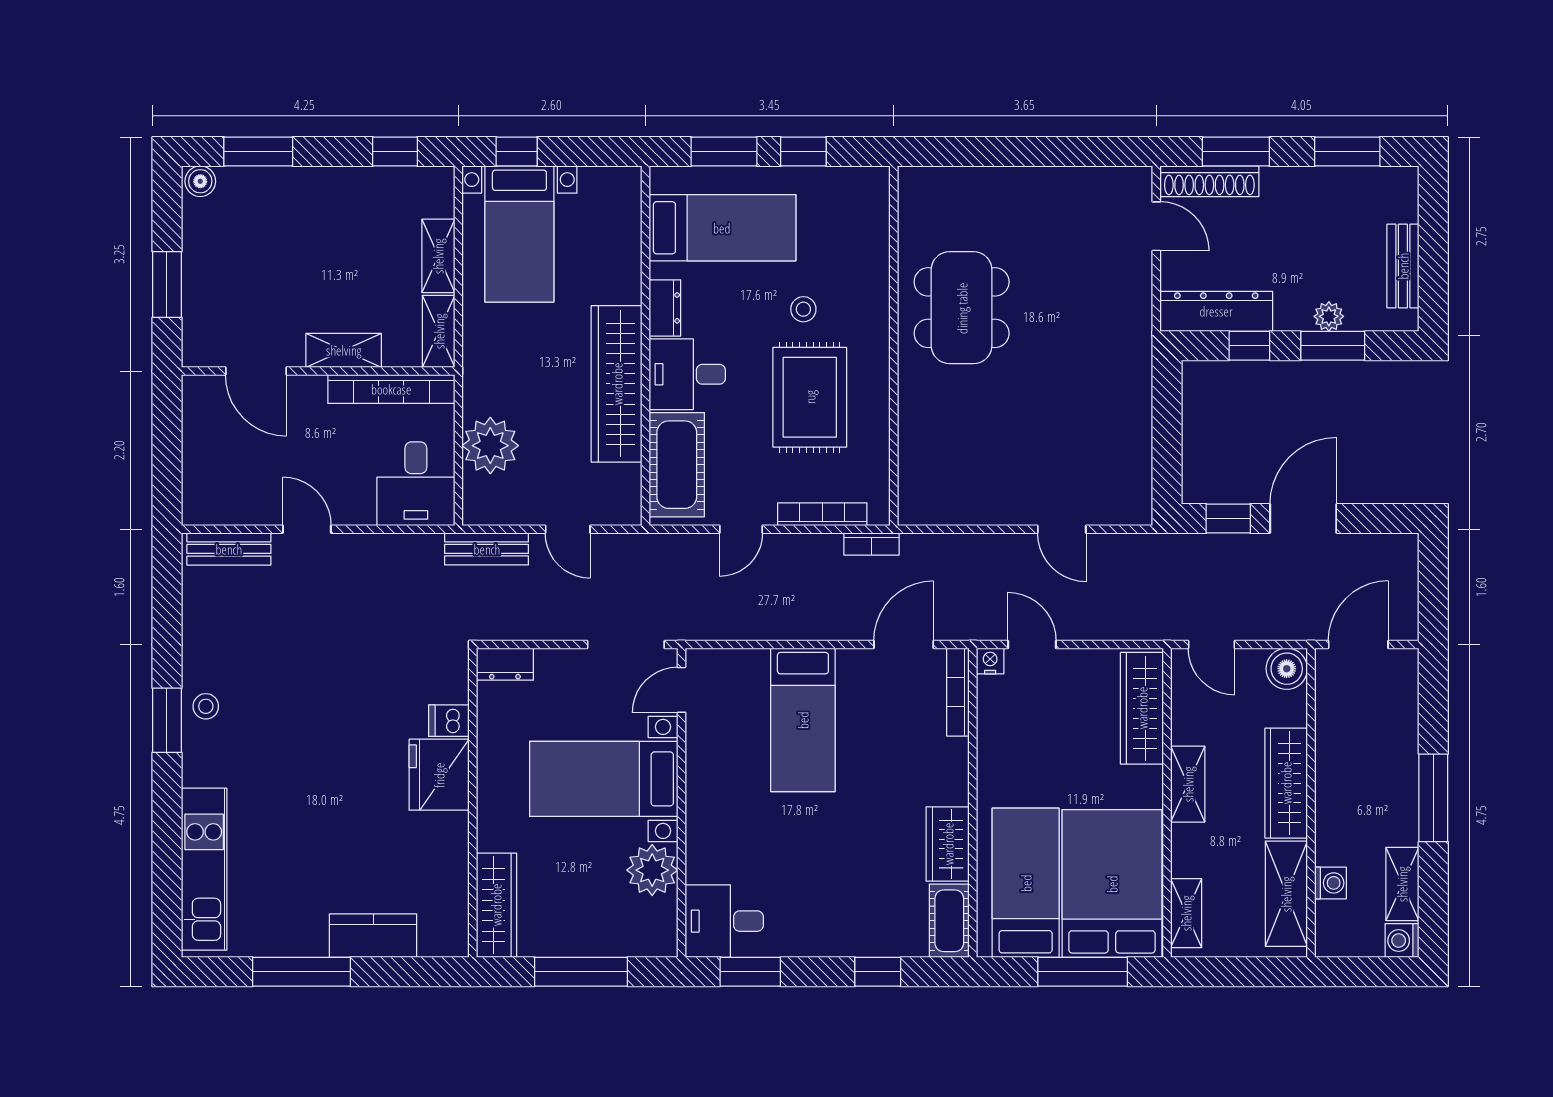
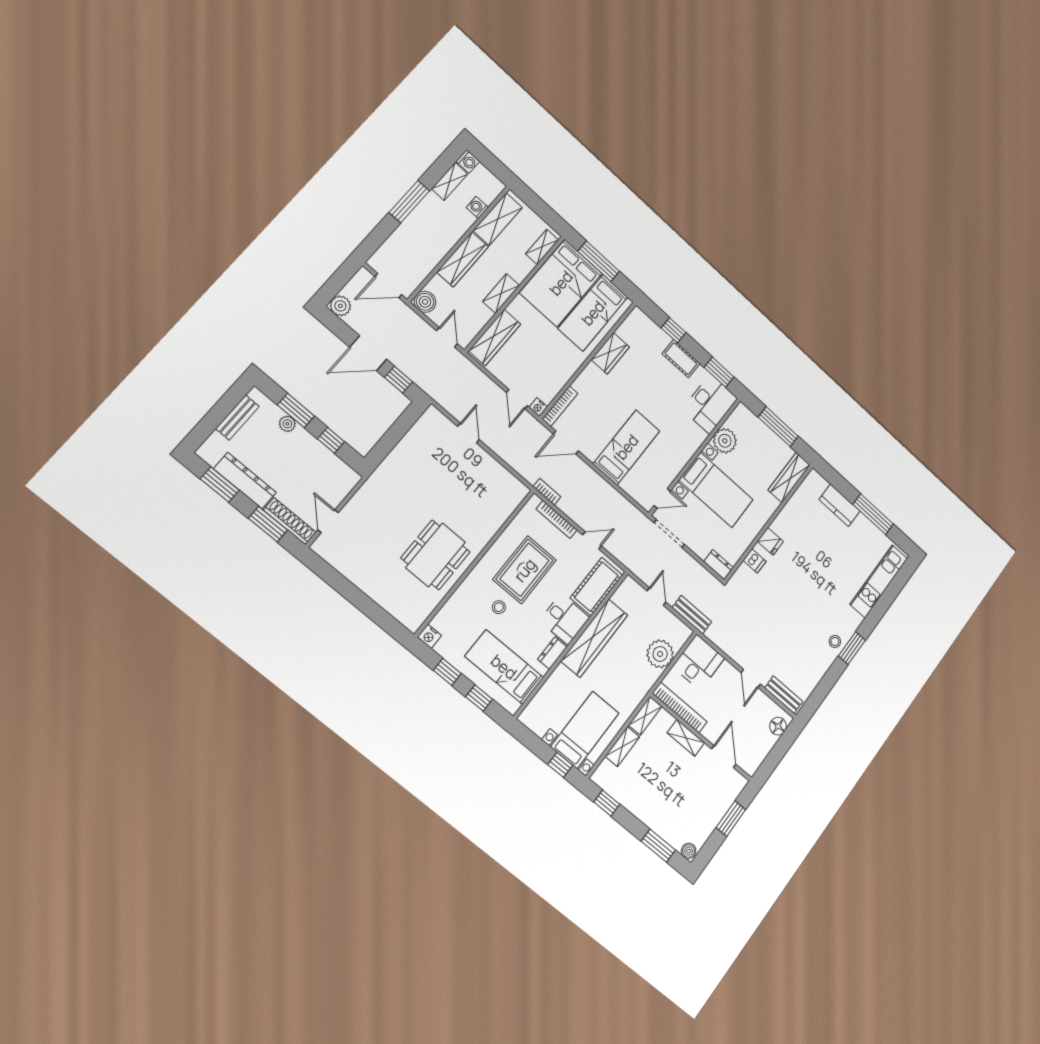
window: (724, 152) -> (479, 698), width x0.67
nightstand: (873, 182) -> (429, 636), added
dresser: (1216, 311) -> (245, 481), moved, turned 180
floor lamp: (199, 491) -> (778, 726), added
plant: (1399, 553) -> (340, 306), added
fridge: (439, 775) -> (770, 541), width x0.53, depth x0.75
desk: (724, 921) -> (710, 404), width x1.37
cot: (949, 921) -> (681, 359), moved, turned 90

